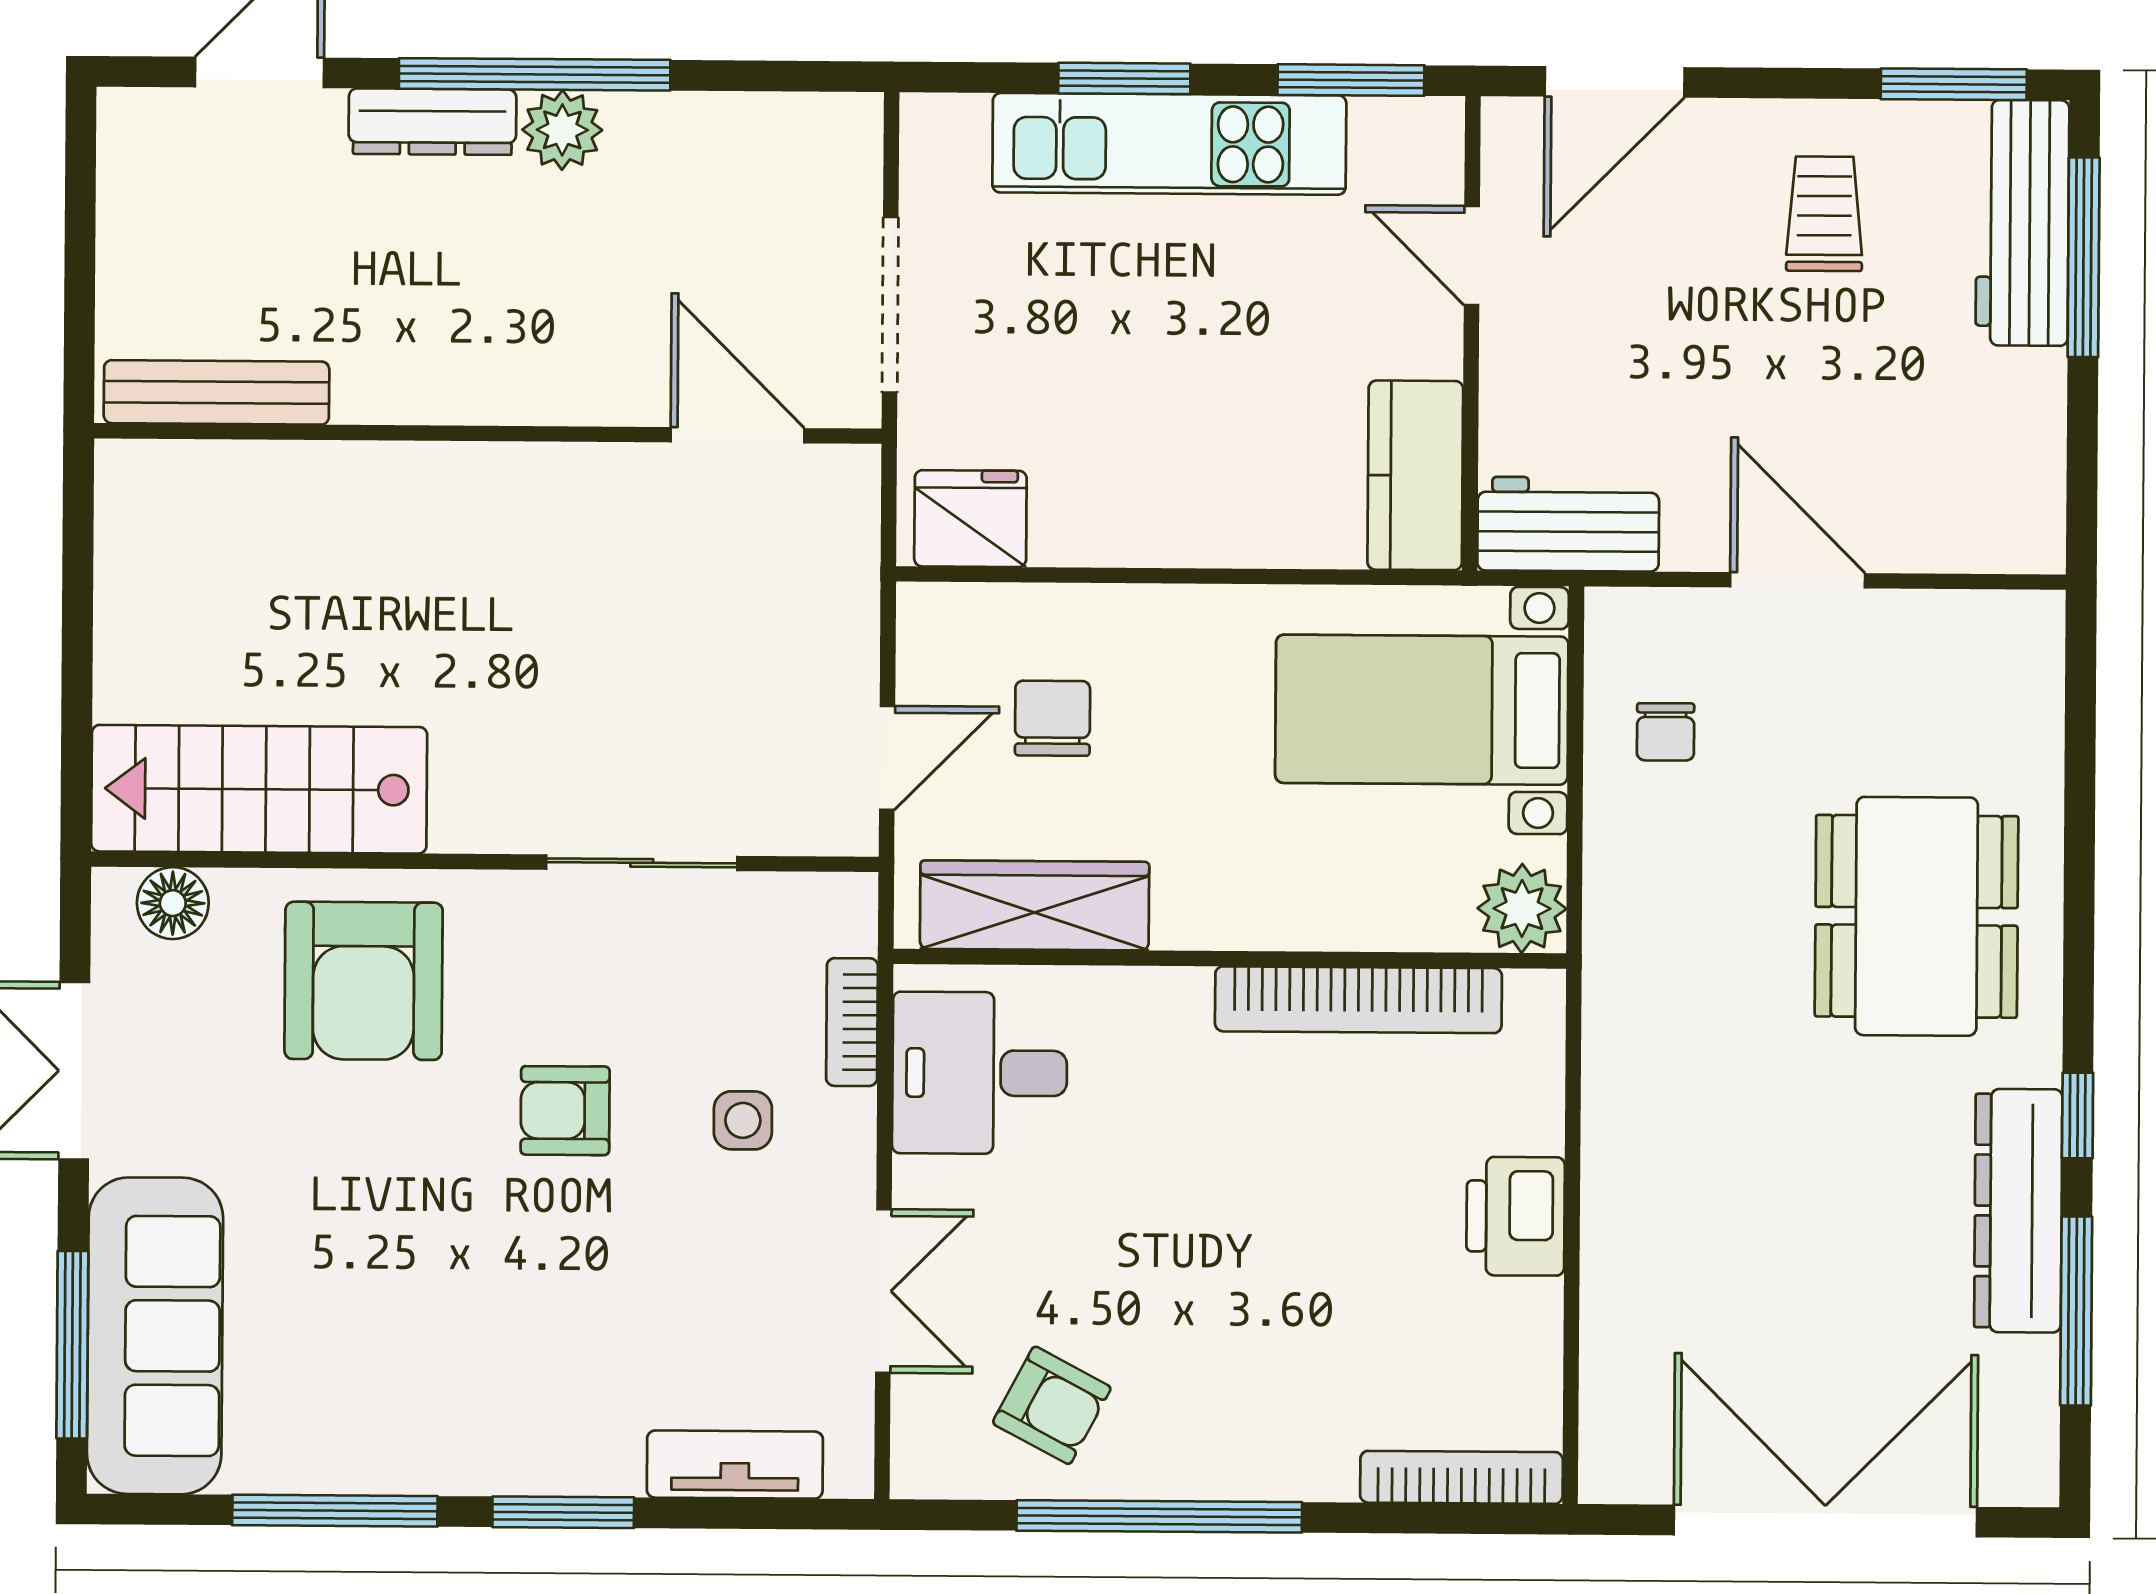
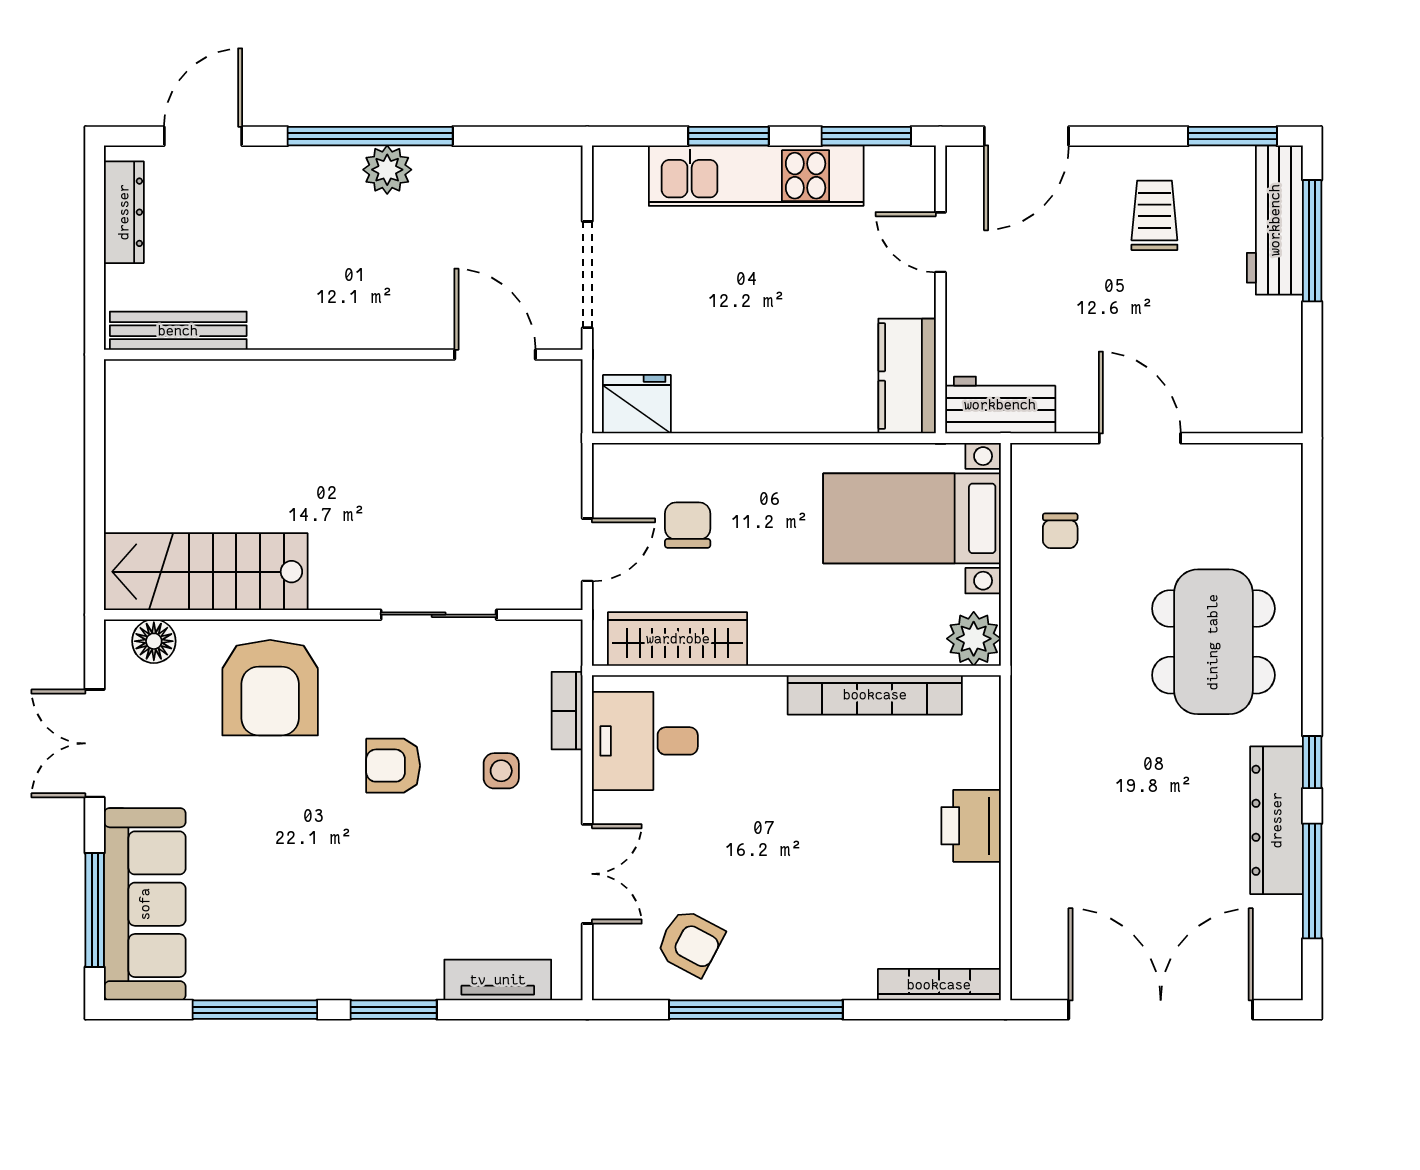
dresser: (432, 122) -> (124, 212), moved, turned -90

